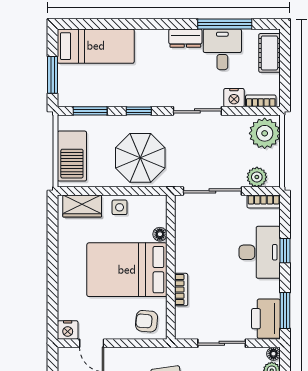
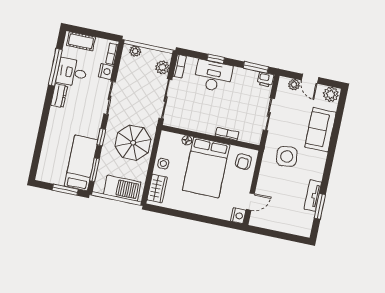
bed: (96, 46) -> (81, 163), moved
plant: (265, 133) -> (135, 51), width x0.53, depth x0.53
printer: (266, 319) -> (265, 79), width x0.53, depth x0.68
floor lamp: (273, 354) -> (283, 81), removed

